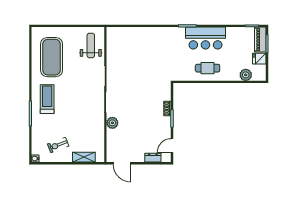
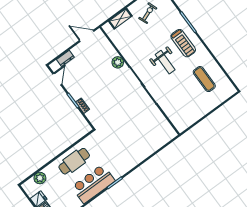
weight bench: (91, 45) -> (165, 62), moved
exercise mat: (52, 57) -> (204, 79), width x0.50, depth x0.69
cafe table: (208, 68) -> (74, 161), width x1.37, depth x1.35

